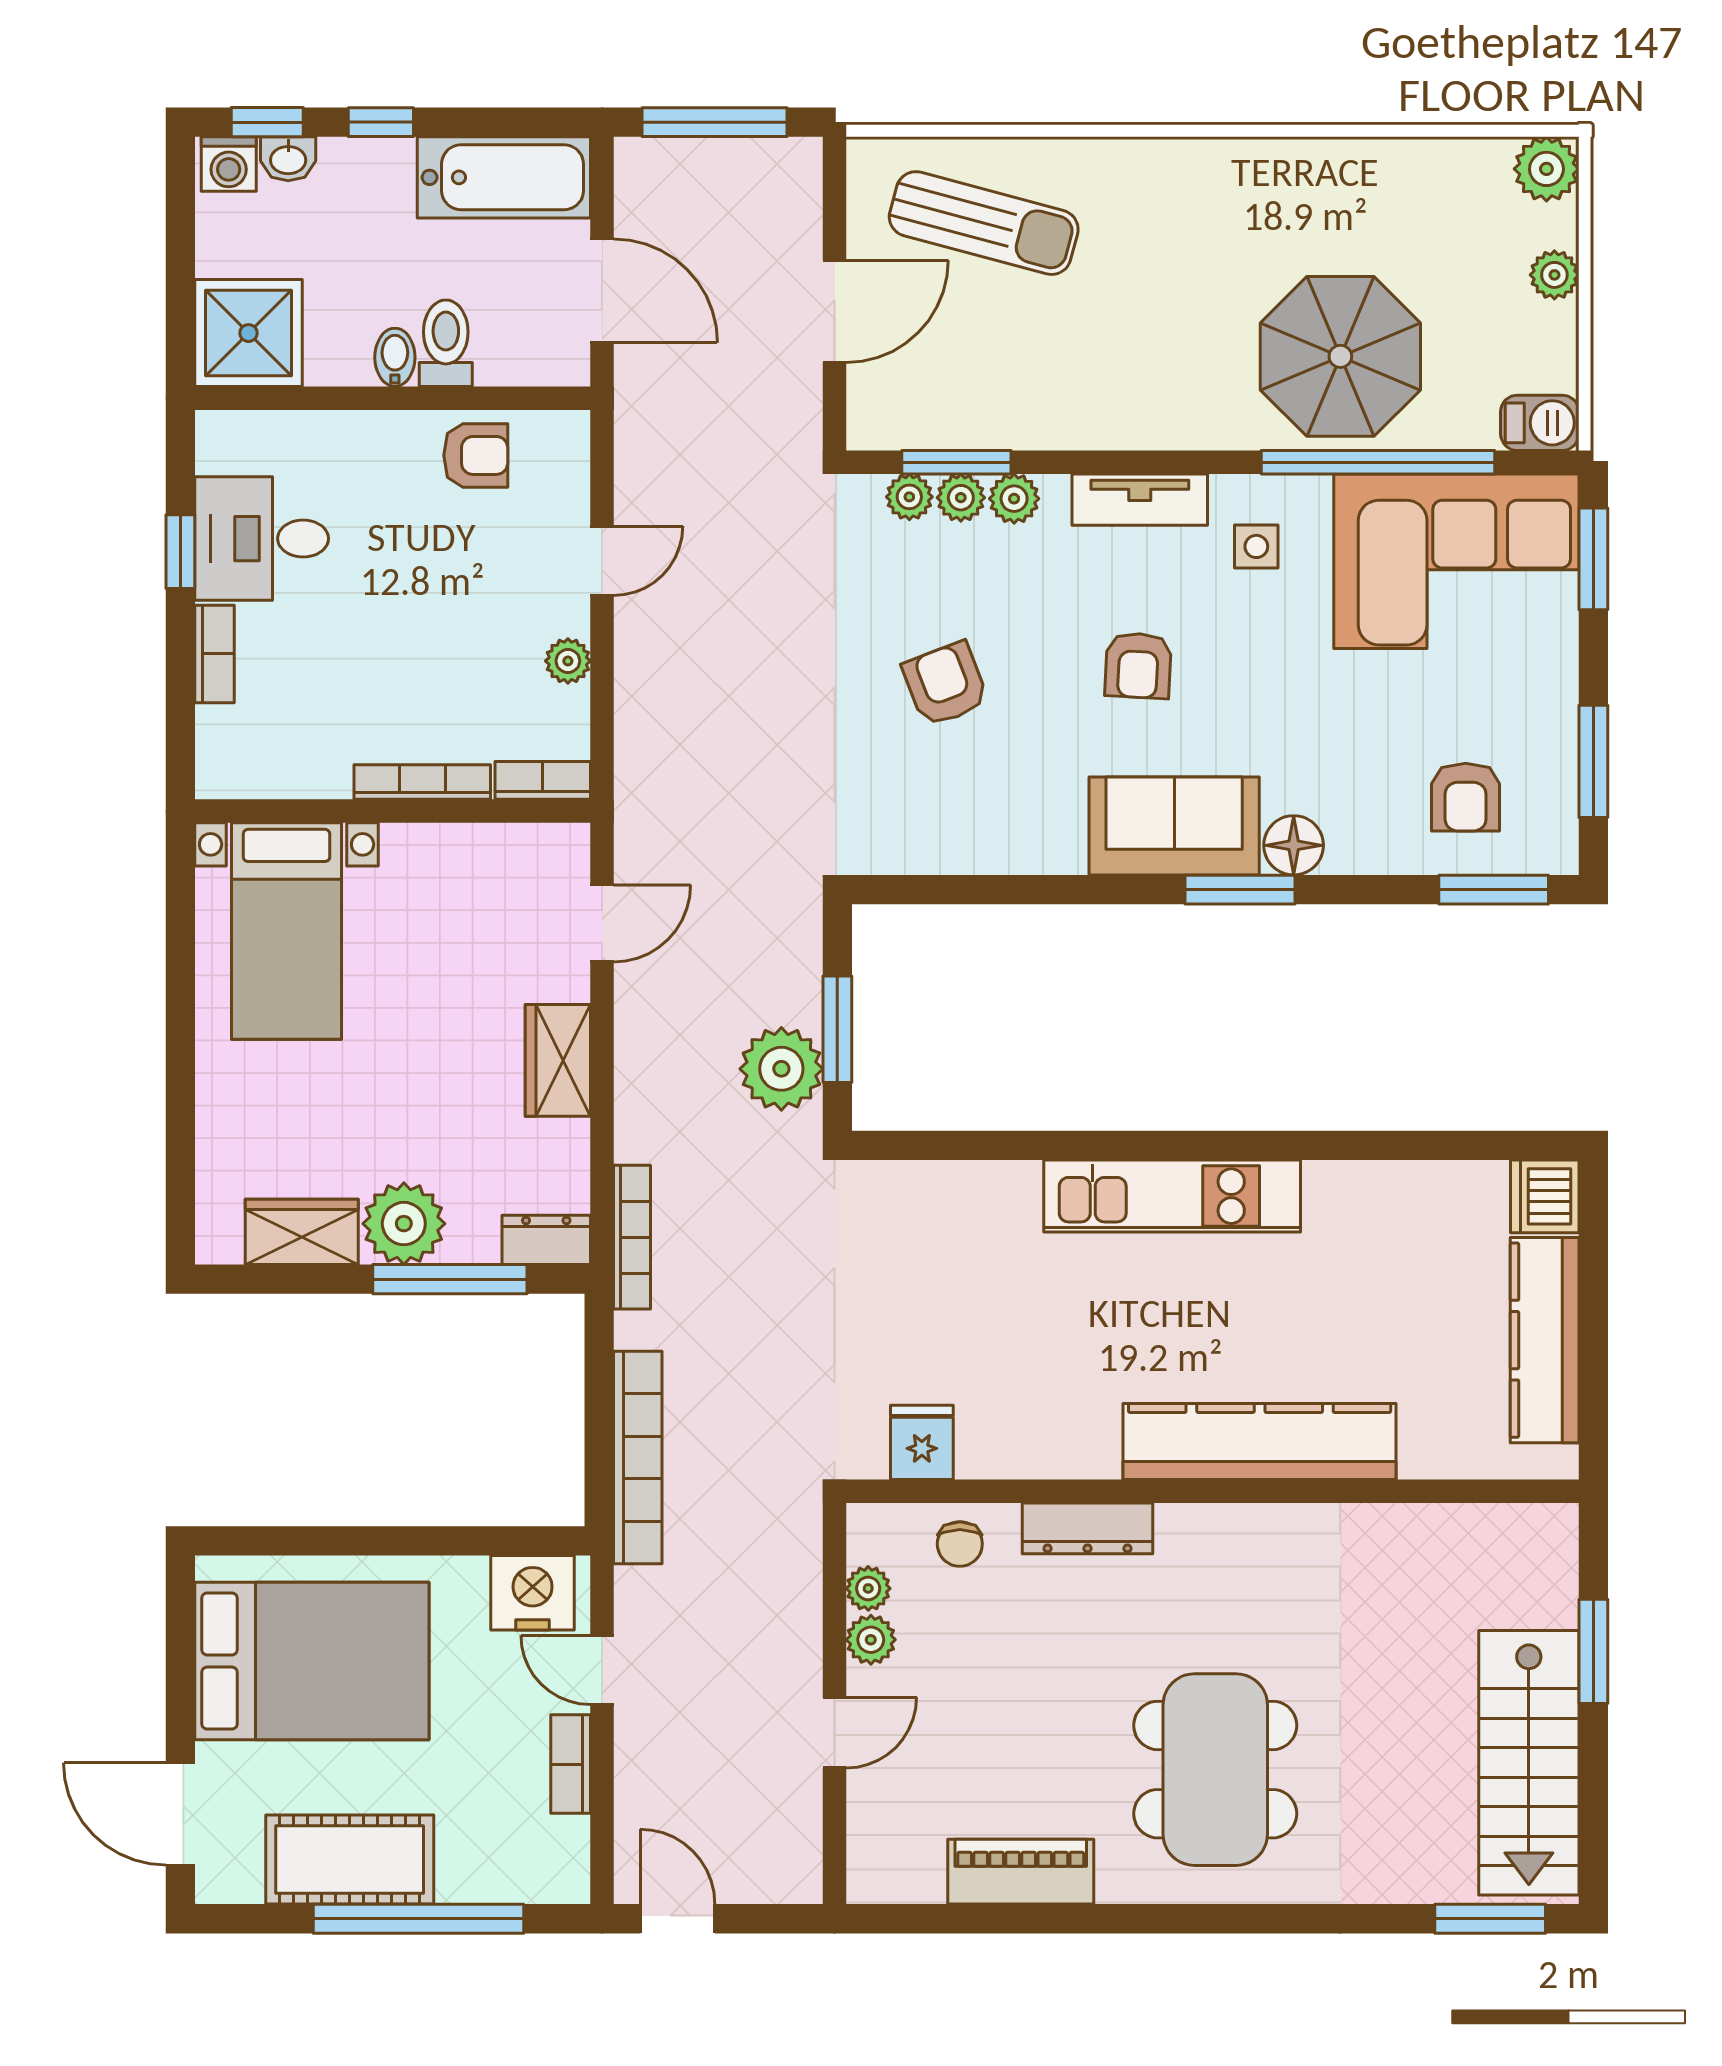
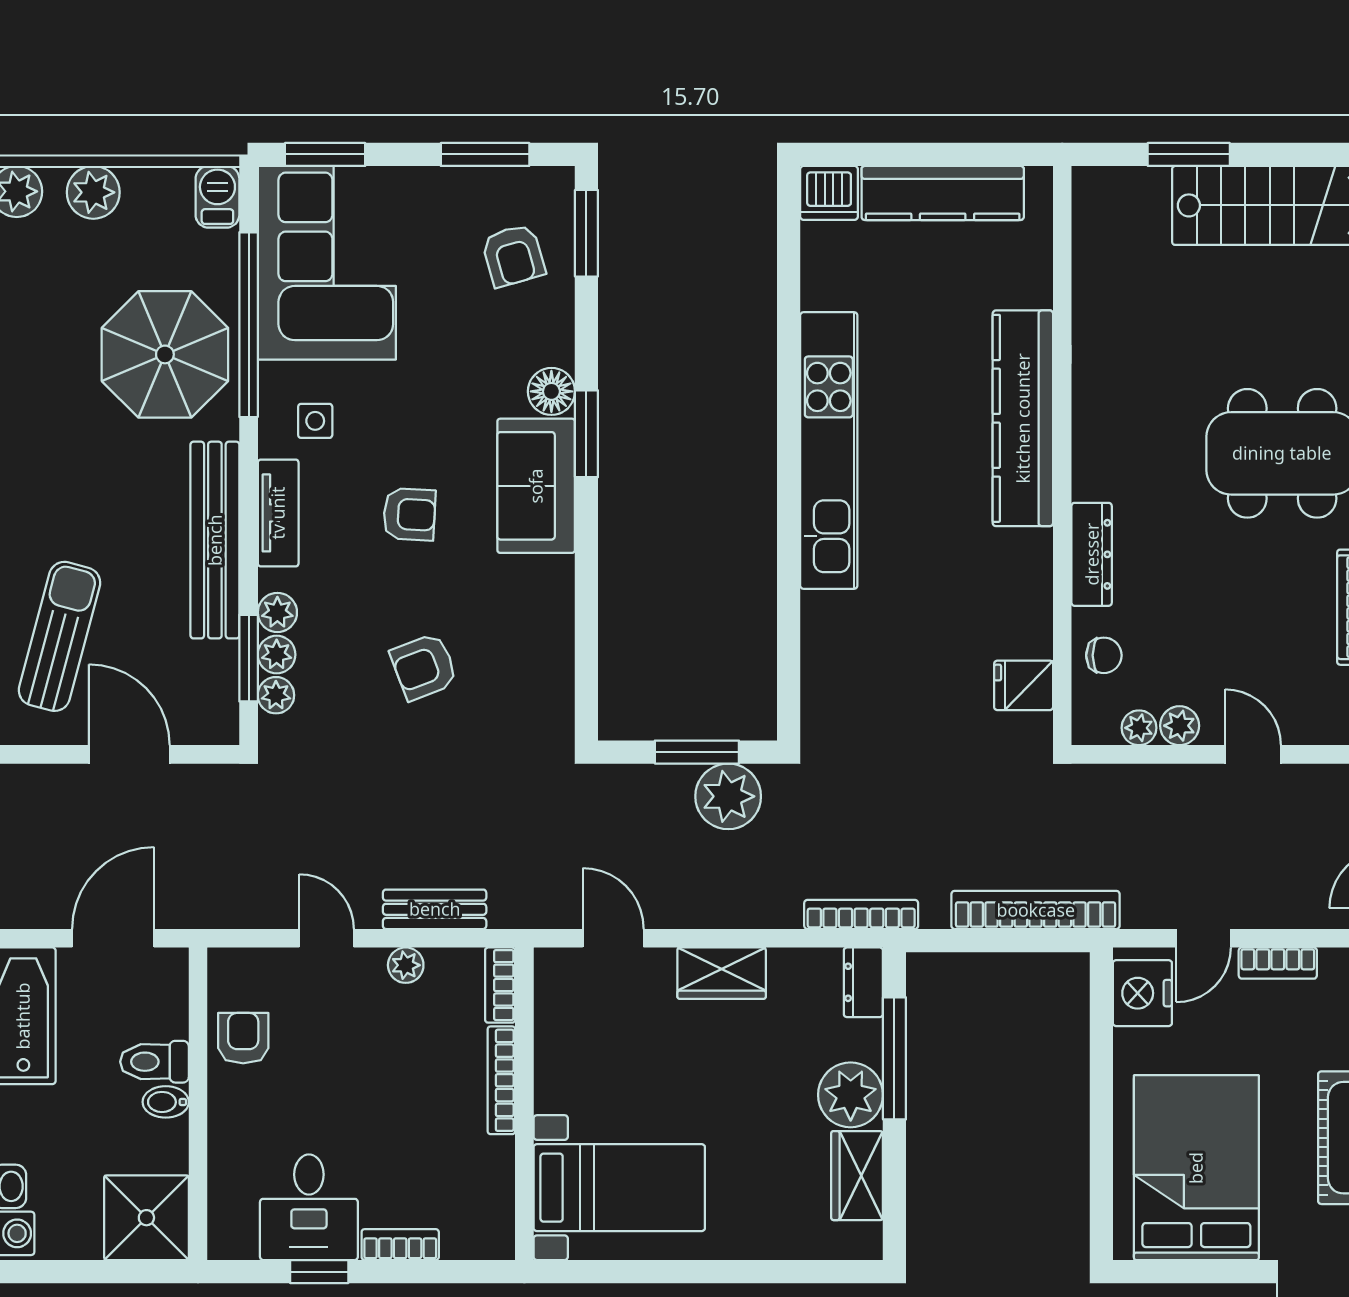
plant: (1554, 275) -> (93, 192), width x1.38, depth x1.38
bench: (1106, 420) -> (215, 540), added
bench: (639, 697) -> (435, 909), added
armchair: (1466, 797) -> (513, 255), turned 74
kitchen unit: (1172, 1196) -> (829, 451), width x1.36

